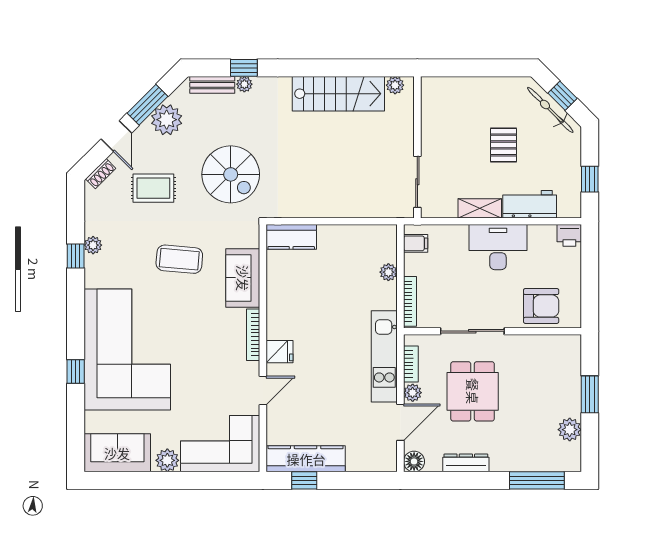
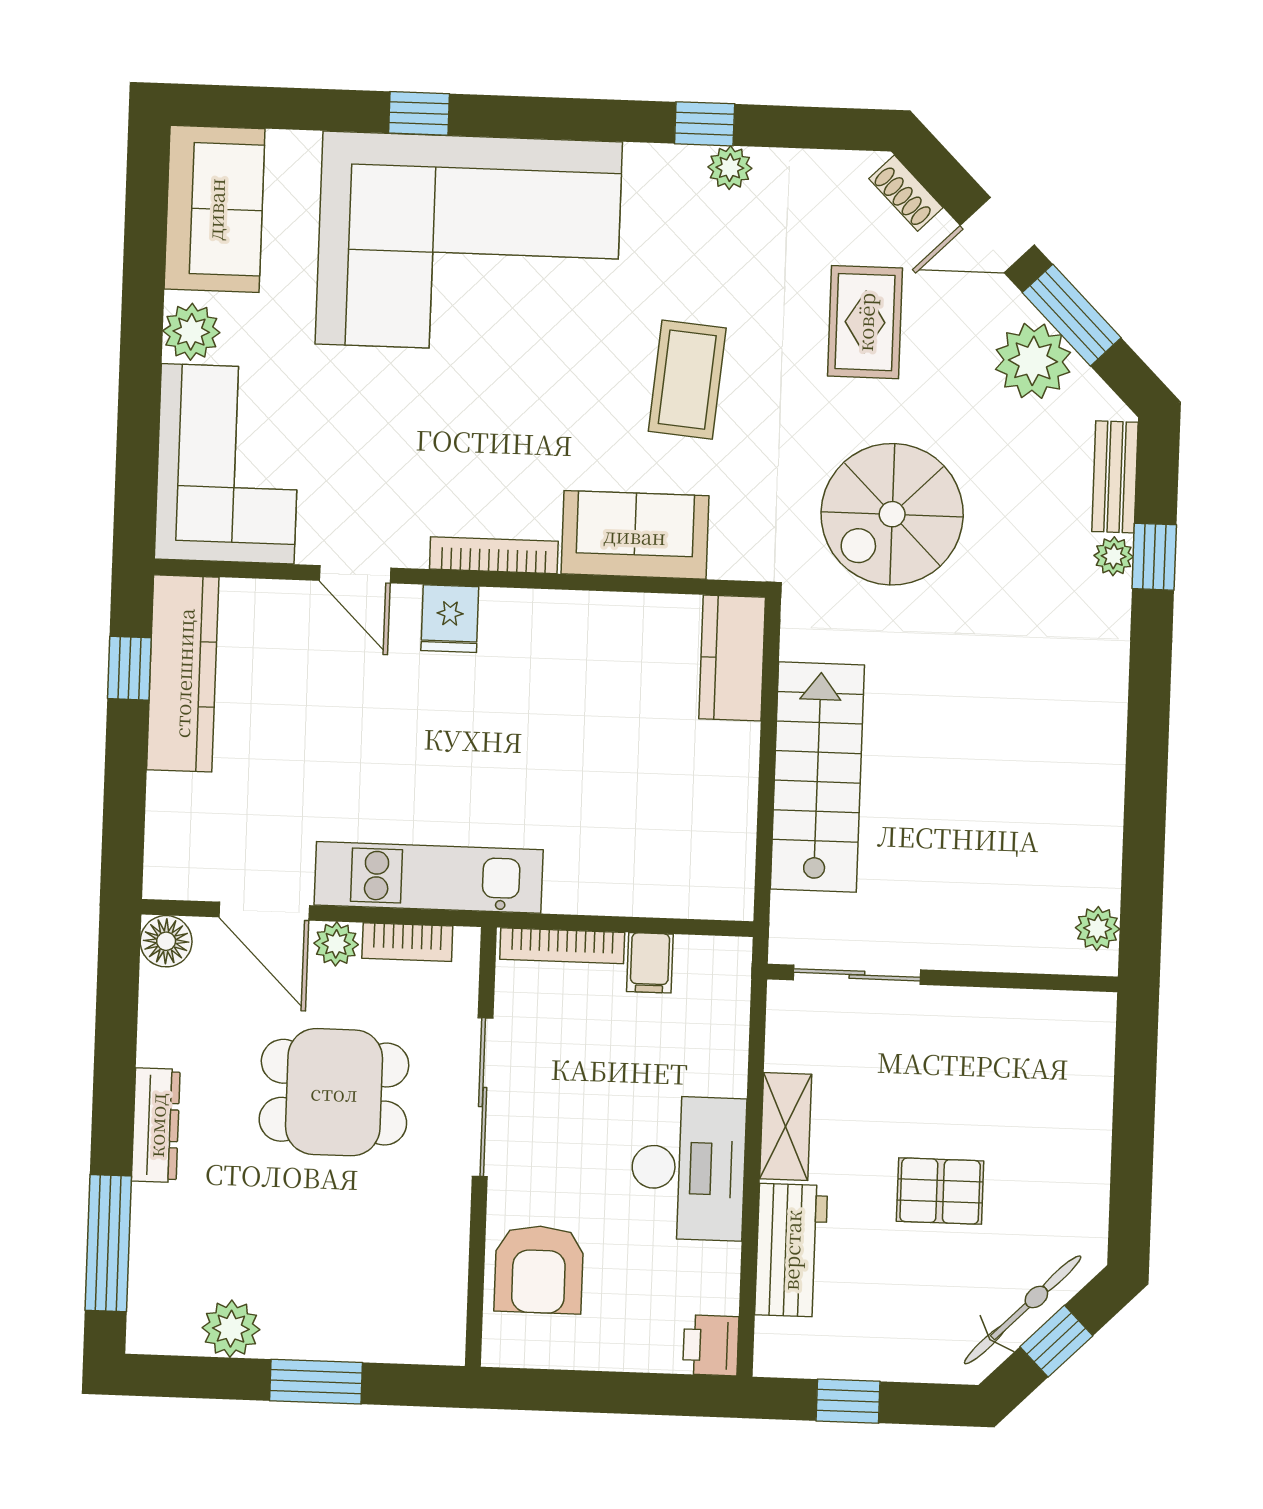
stairs: (338, 94) -> (817, 777), moved, turned 180
filing cabinet: (416, 243) -> (650, 963), moved
plant: (388, 272) -> (636, 895), removed
dresser: (466, 463) -> (156, 1125), moved

